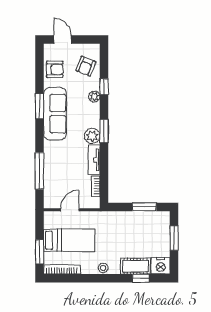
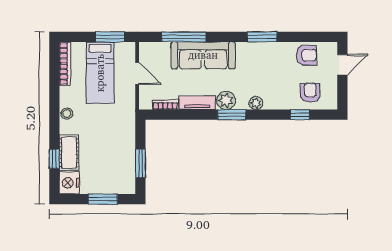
armchair: (86, 66) -> (310, 93), turned 68
armchair: (55, 69) -> (306, 55), turned -90
window: (104, 87) -> (300, 115), moved
plant: (94, 97) -> (256, 103), moved
sofa: (55, 114) -> (203, 55), moved
window: (40, 252) -> (110, 37), moved

